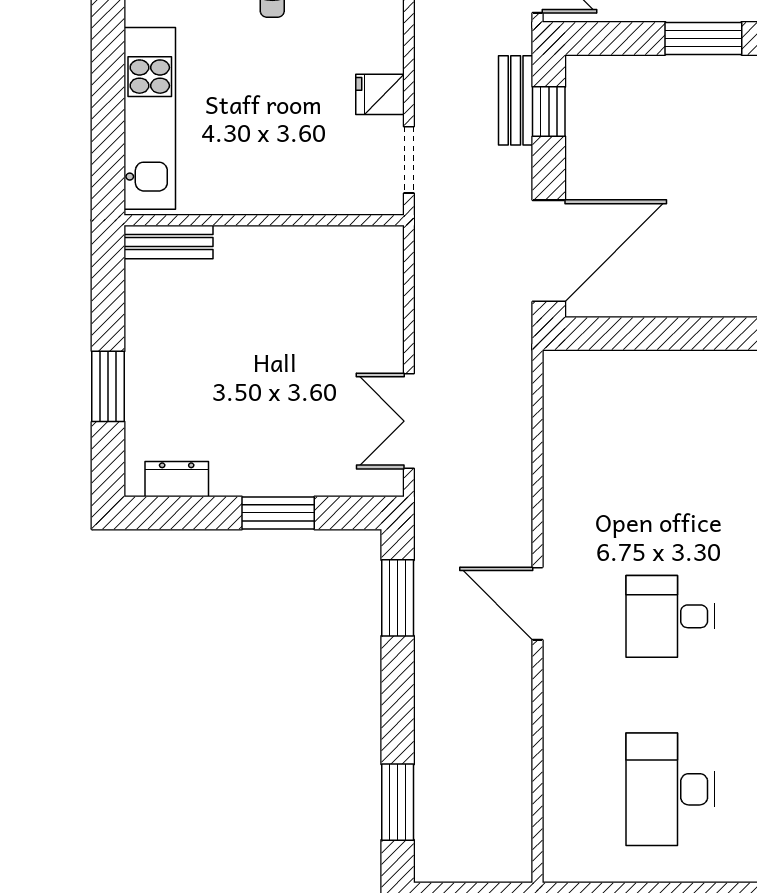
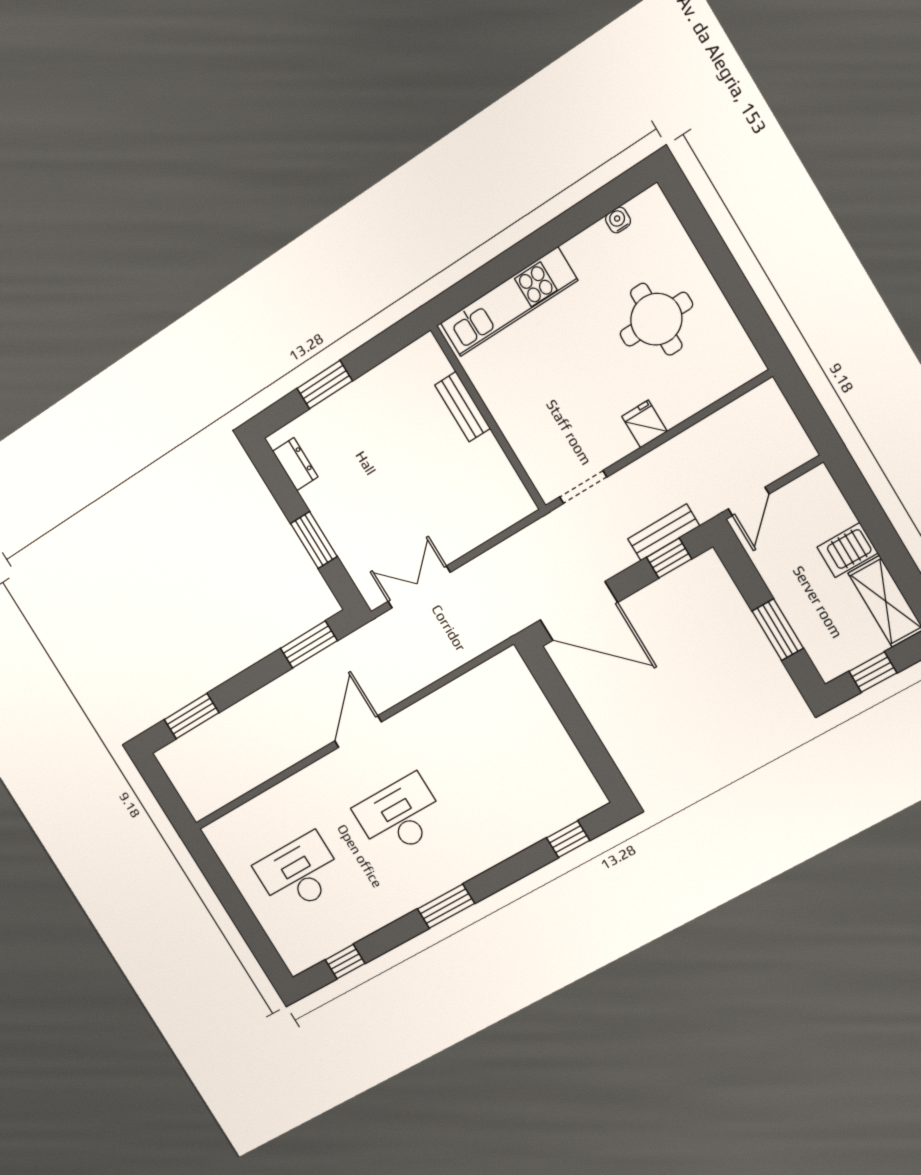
fridge: (380, 94) -> (644, 424), moved
bench: (169, 242) -> (463, 407), moved
desk: (670, 616) -> (400, 816), width x1.37

